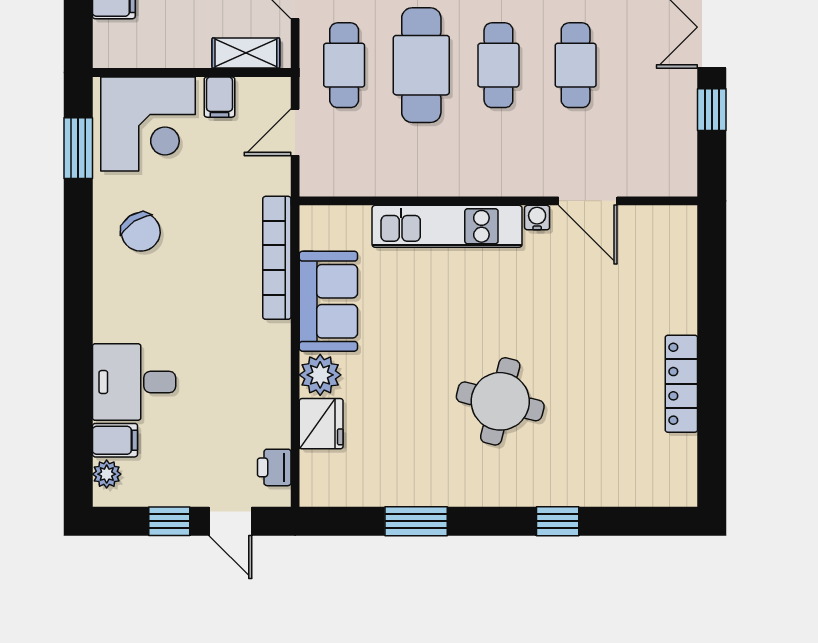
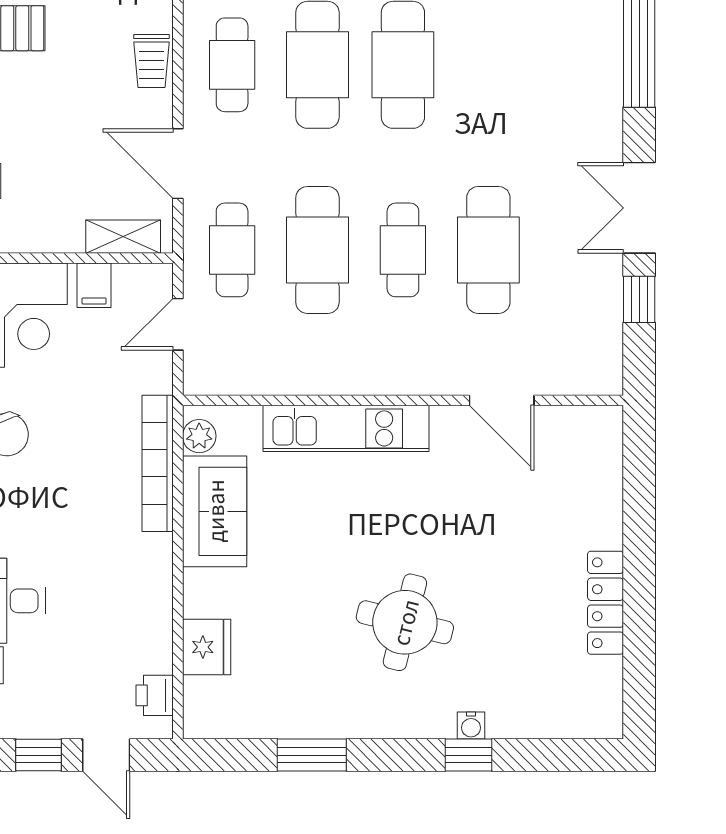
cafe table: (576, 65) -> (488, 250), width x1.37, depth x1.35
water cooler: (537, 218) -> (471, 726), moved, turned 180
plant: (320, 375) -> (199, 436), moved, width x0.73, depth x0.73

